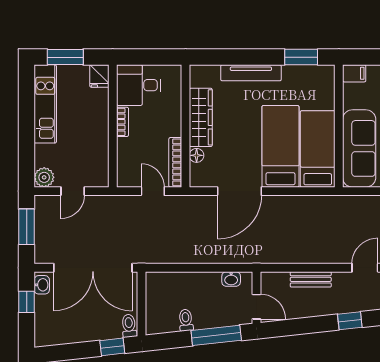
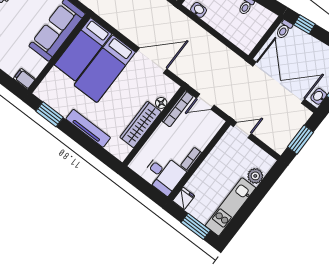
plant: (44, 177) -> (255, 176), moved
door: (73, 191) -> (242, 130), moved
door: (153, 191) -> (205, 102), hinge flipped

